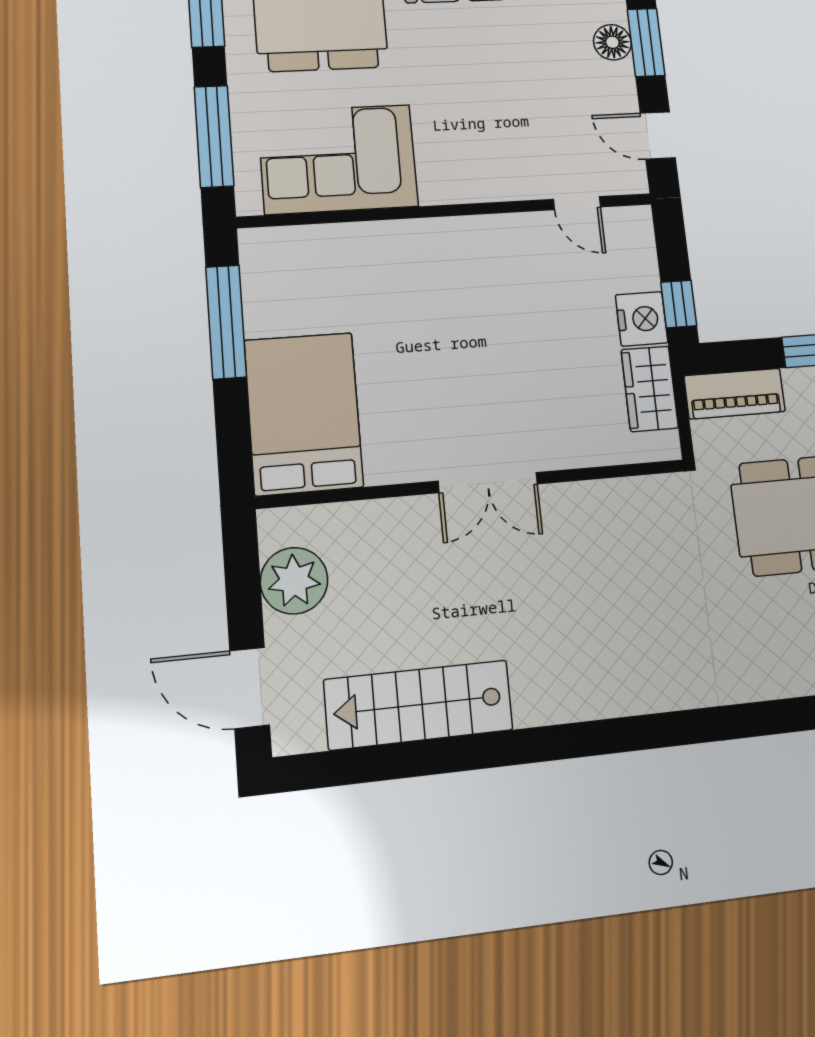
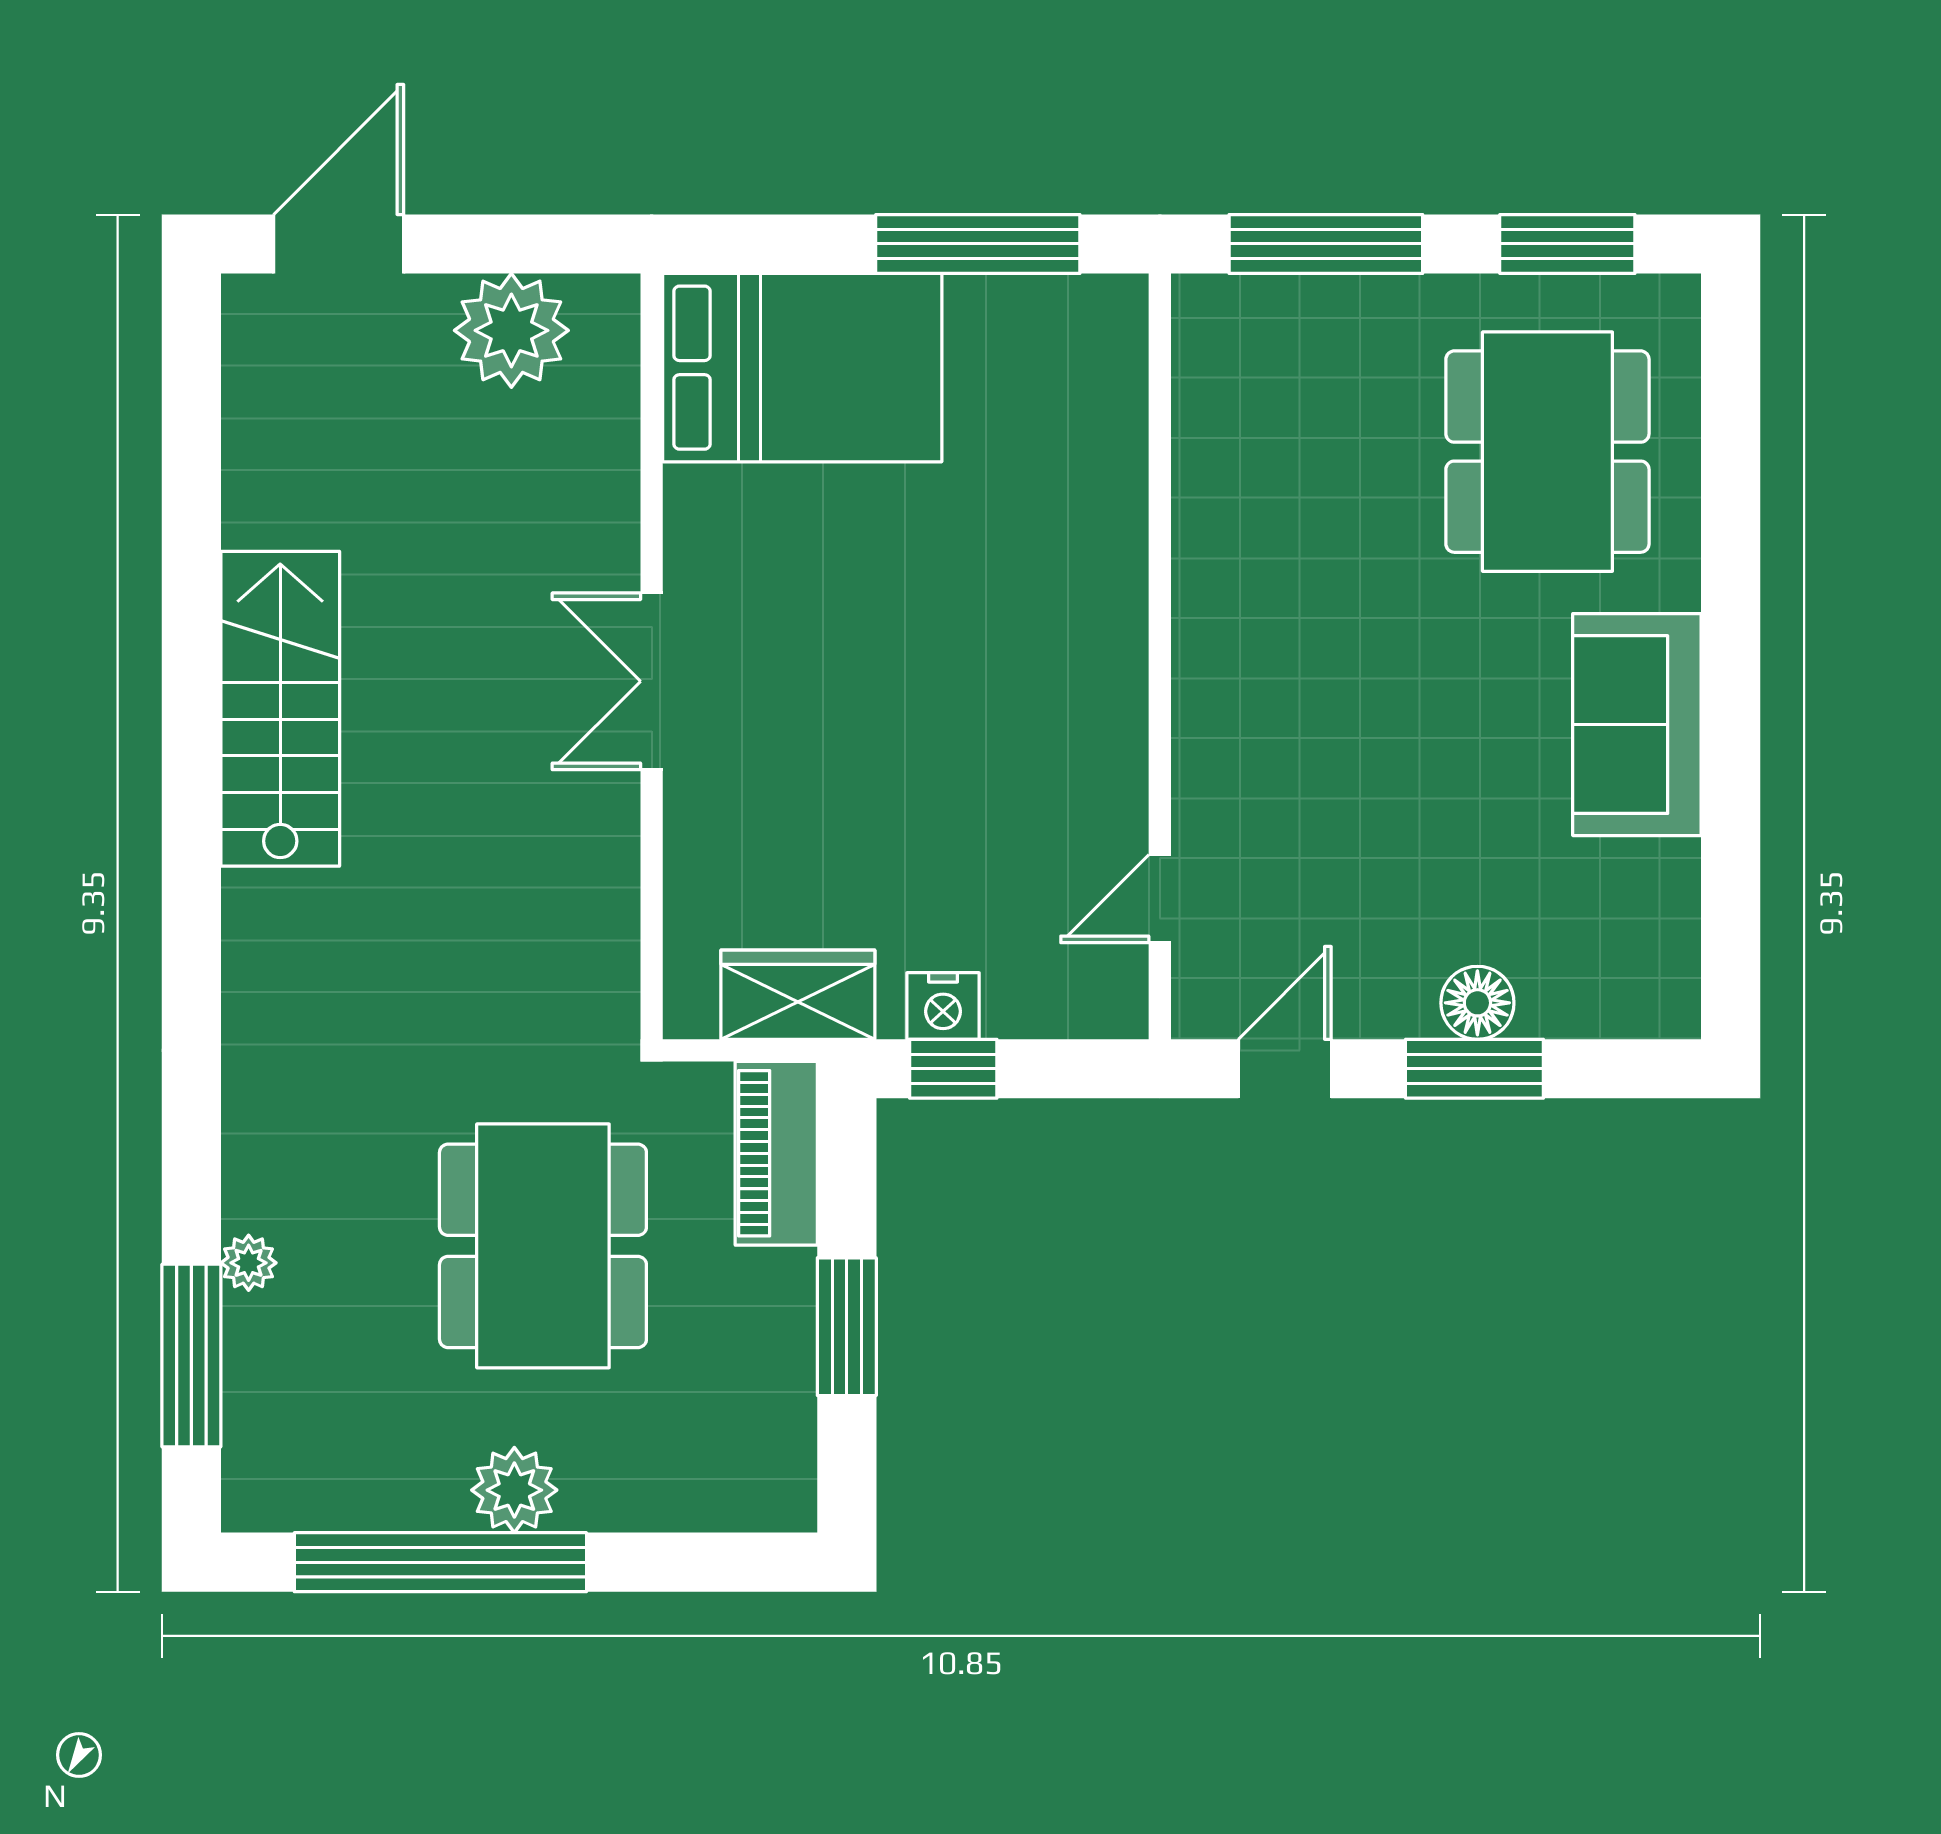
corner sofa: (338, 159) -> (1270, 464), removed
nightstand: (642, 319) -> (943, 1006), width x0.74, depth x0.75
stairs: (419, 705) -> (280, 709), moved

